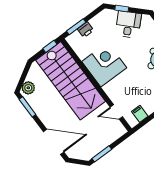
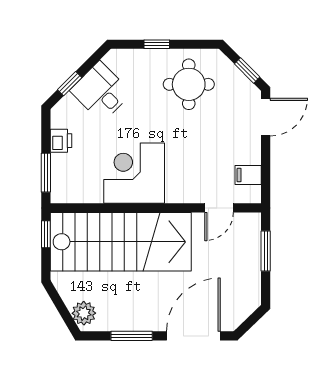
printer: (86, 30) -> (61, 141), moved
window: (27, 107) -> (132, 336), moved
window: (102, 154) -> (266, 251), moved

